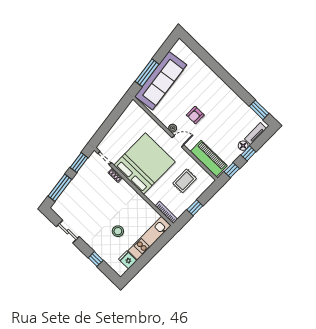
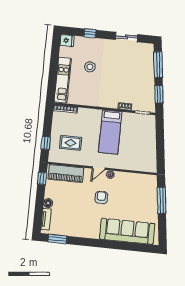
sofa: (161, 81) -> (127, 231), moved, turned 97
window: (248, 153) -> (40, 200), removed
bed: (144, 164) -> (110, 132), width x0.49
rug: (185, 181) -> (71, 143), turned 90
window: (195, 208) -> (46, 143), moved
fridge: (128, 260) -> (67, 41), moved

